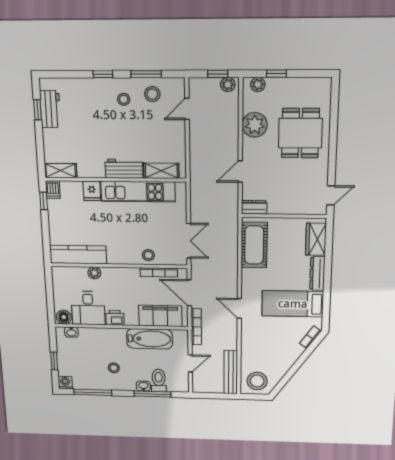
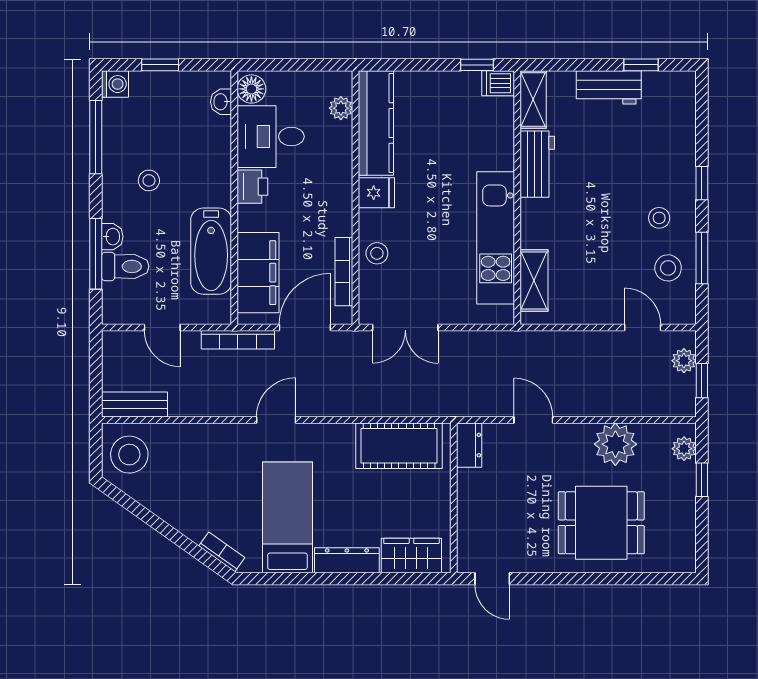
plant: (228, 85) -> (684, 361), moved
workbench: (50, 109) -> (609, 87), moved
workbench: (124, 169) -> (537, 164), moved
fridge: (92, 191) -> (376, 193), moved, turned 180
plant: (94, 273) -> (341, 108), moved
bench: (231, 372) -> (134, 404), width x0.73

